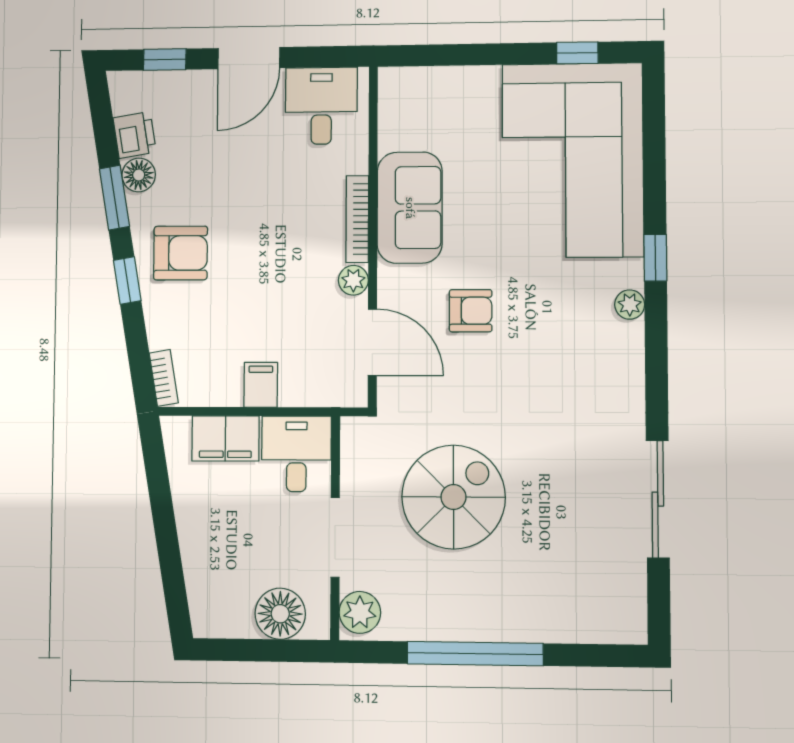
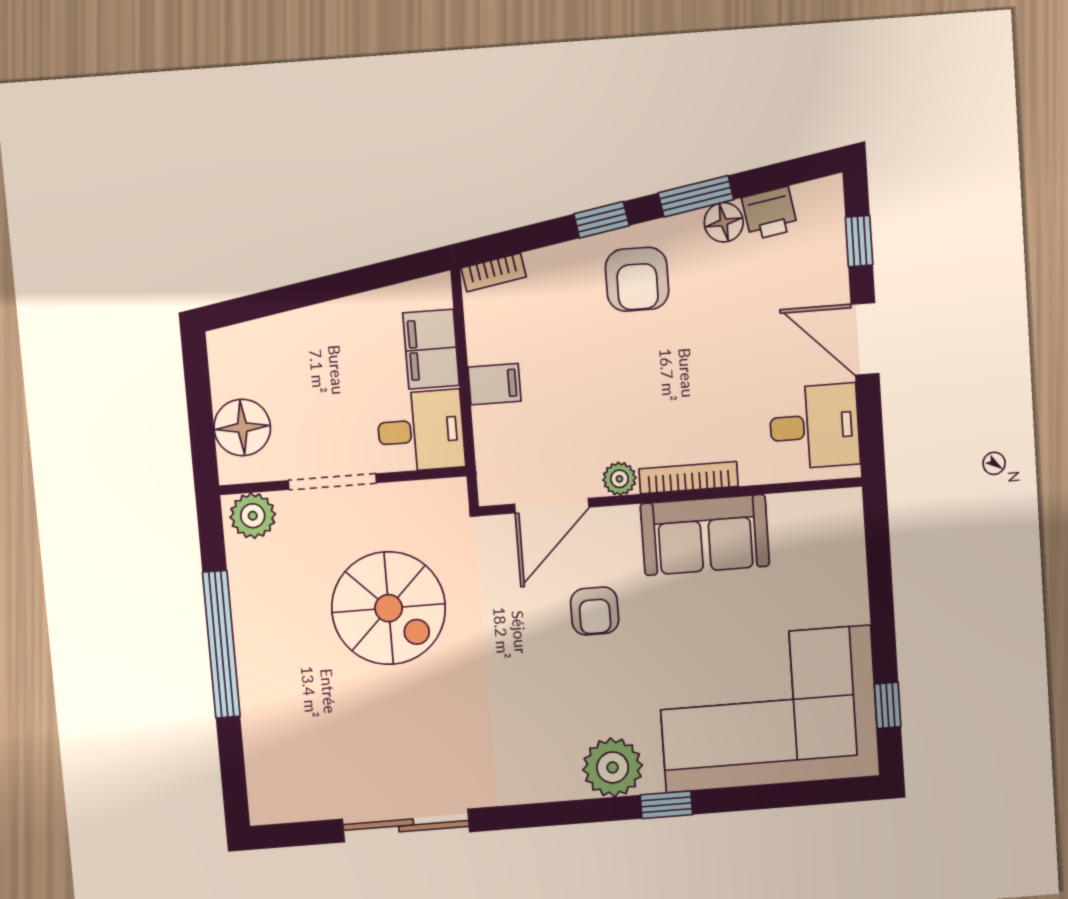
plant: (630, 305) -> (613, 767), width x1.88, depth x1.88

